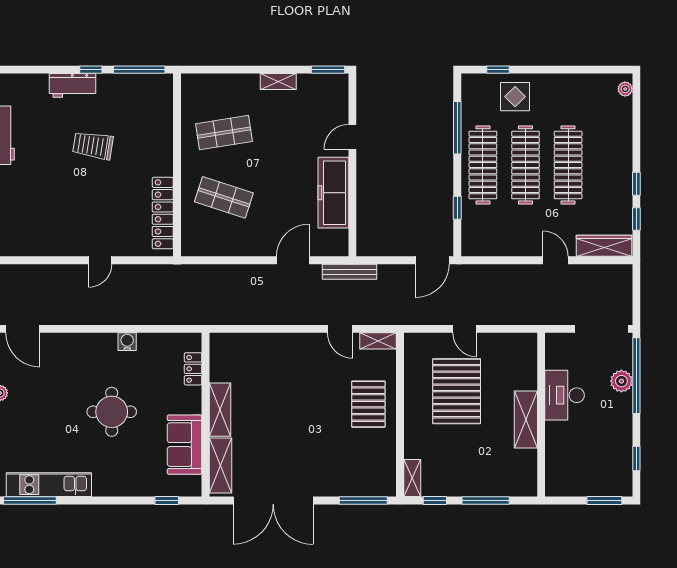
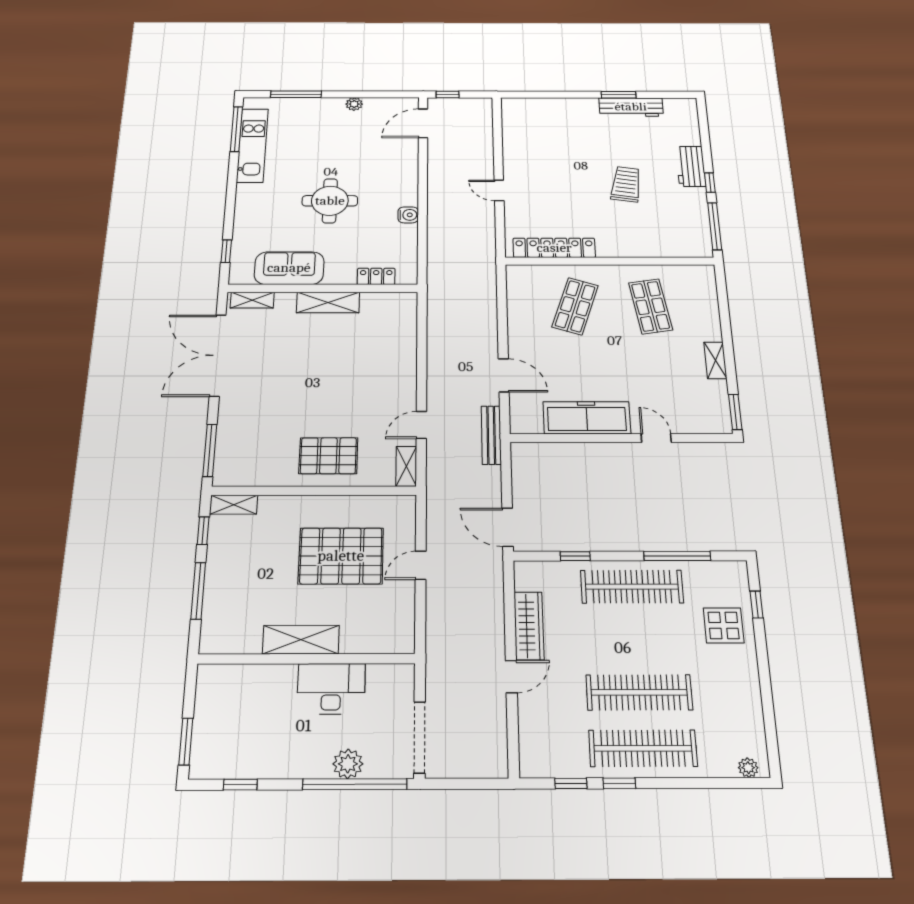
clothes rail: (526, 165) -> (643, 748), moved
wardrobe: (604, 246) -> (529, 626), moved
shelving: (220, 466) -> (252, 300), width x0.67, depth x0.75

